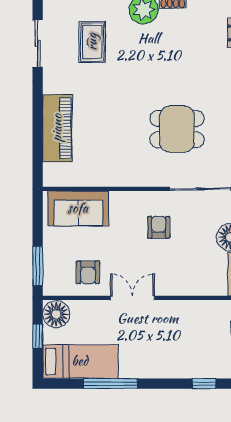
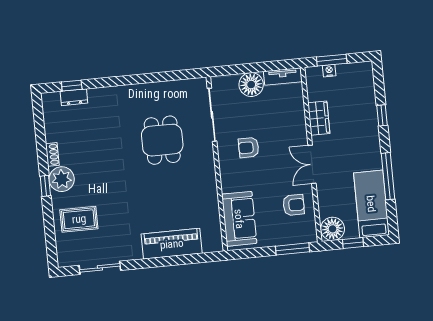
rug: (92, 42) -> (79, 219), moved
wardrobe: (185, 311) -> (319, 118), added
window: (204, 384) -> (382, 115), moved

